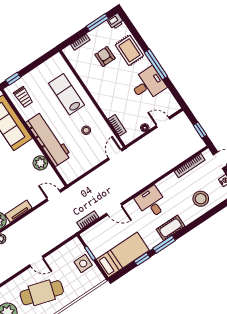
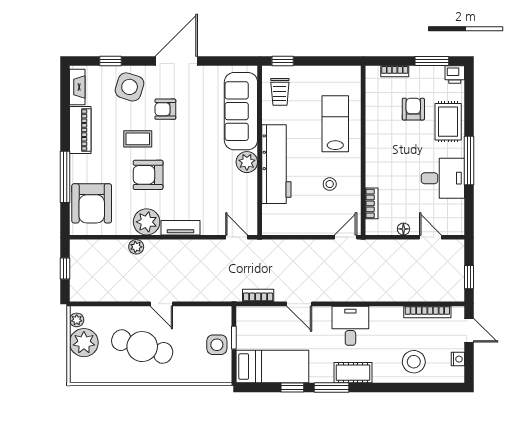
plant: (40, 163) -> (247, 162), moved

